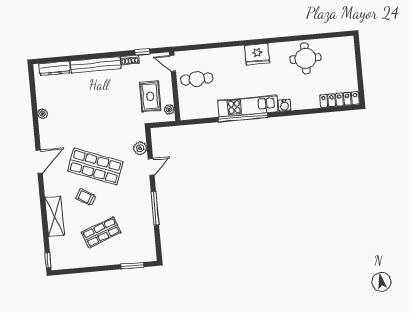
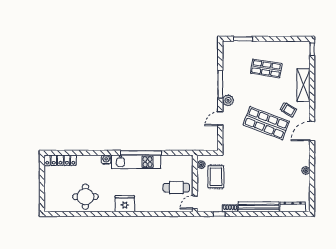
door: (173, 63) -> (195, 202), swing flipped
plant: (140, 148) -> (228, 100), moved
trolley: (86, 197) -> (288, 110), moved
shop shelf: (101, 232) -> (266, 68), turned 30

